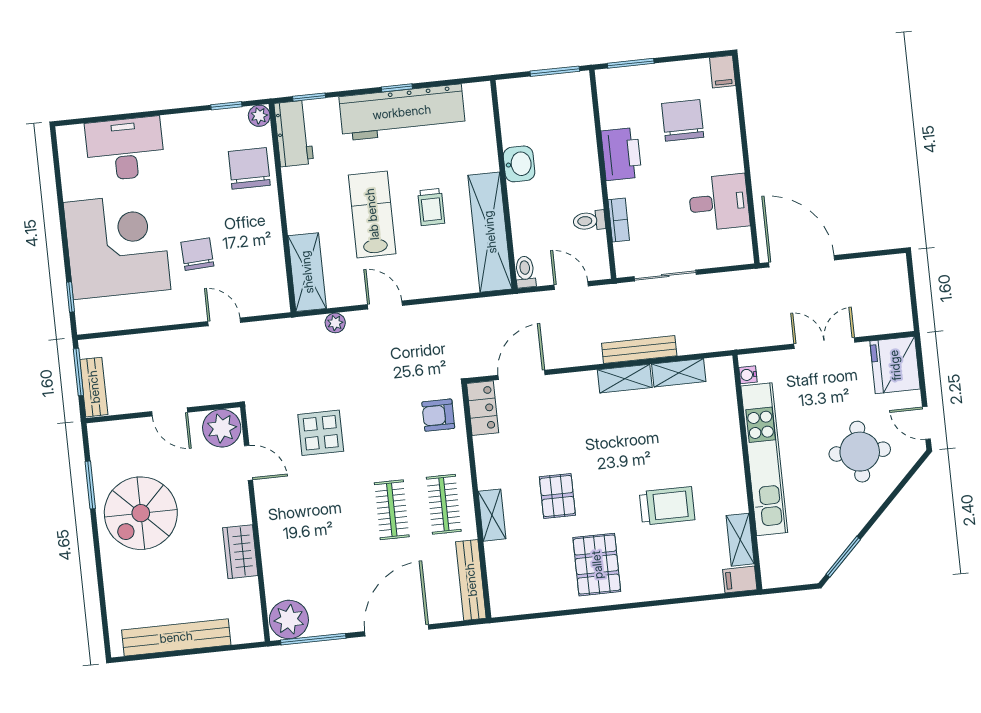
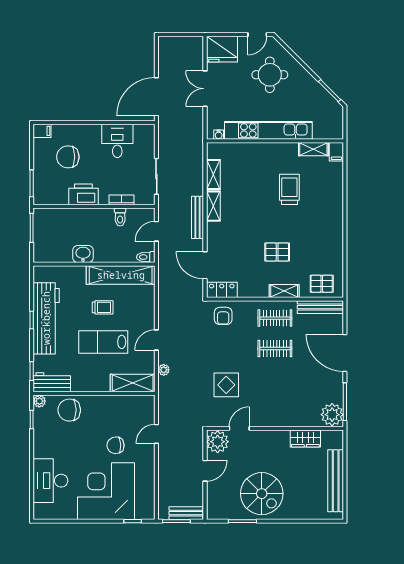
bench: (639, 350) -> (197, 217), moved
wardrobe: (240, 552) -> (305, 439), moved
pallet: (597, 565) -> (322, 284), moved, width x0.67, depth x0.71

